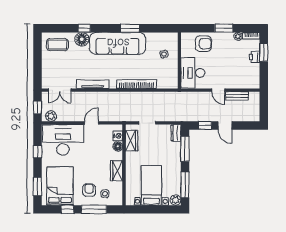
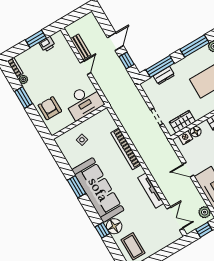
window: (264, 52) -> (36, 39), moved
printer: (254, 57) -> (47, 44), moved
dresser: (176, 133) -> (164, 76), moved

